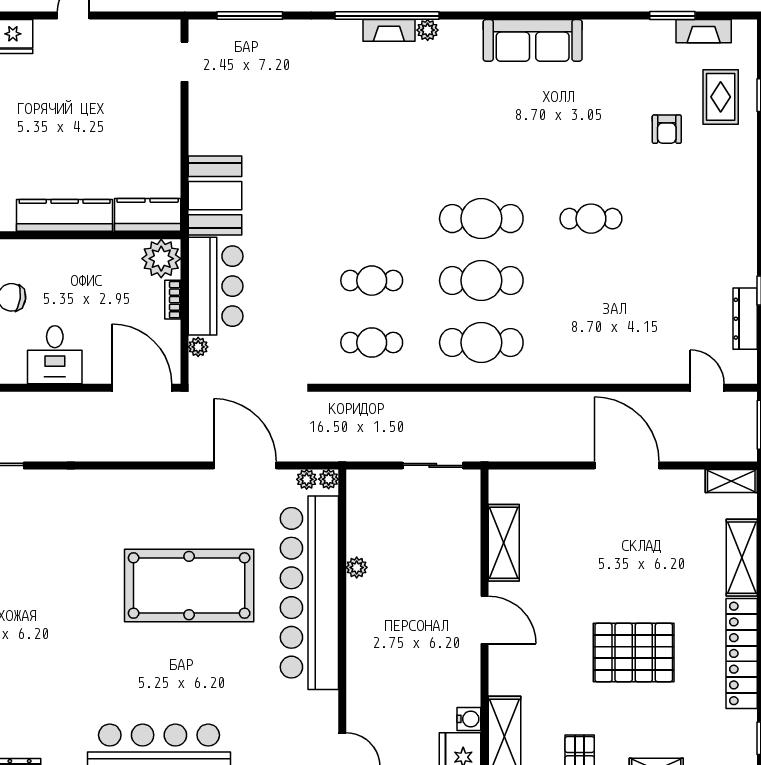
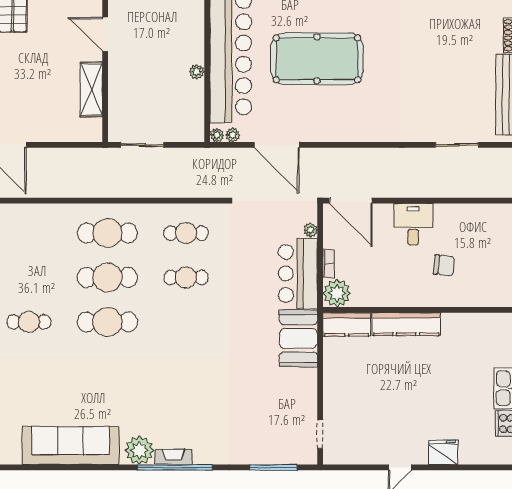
plant: (428, 30) -> (139, 450), width x1.88, depth x1.88
sofa: (533, 40) -> (71, 446), width x1.36, depth x1.27

